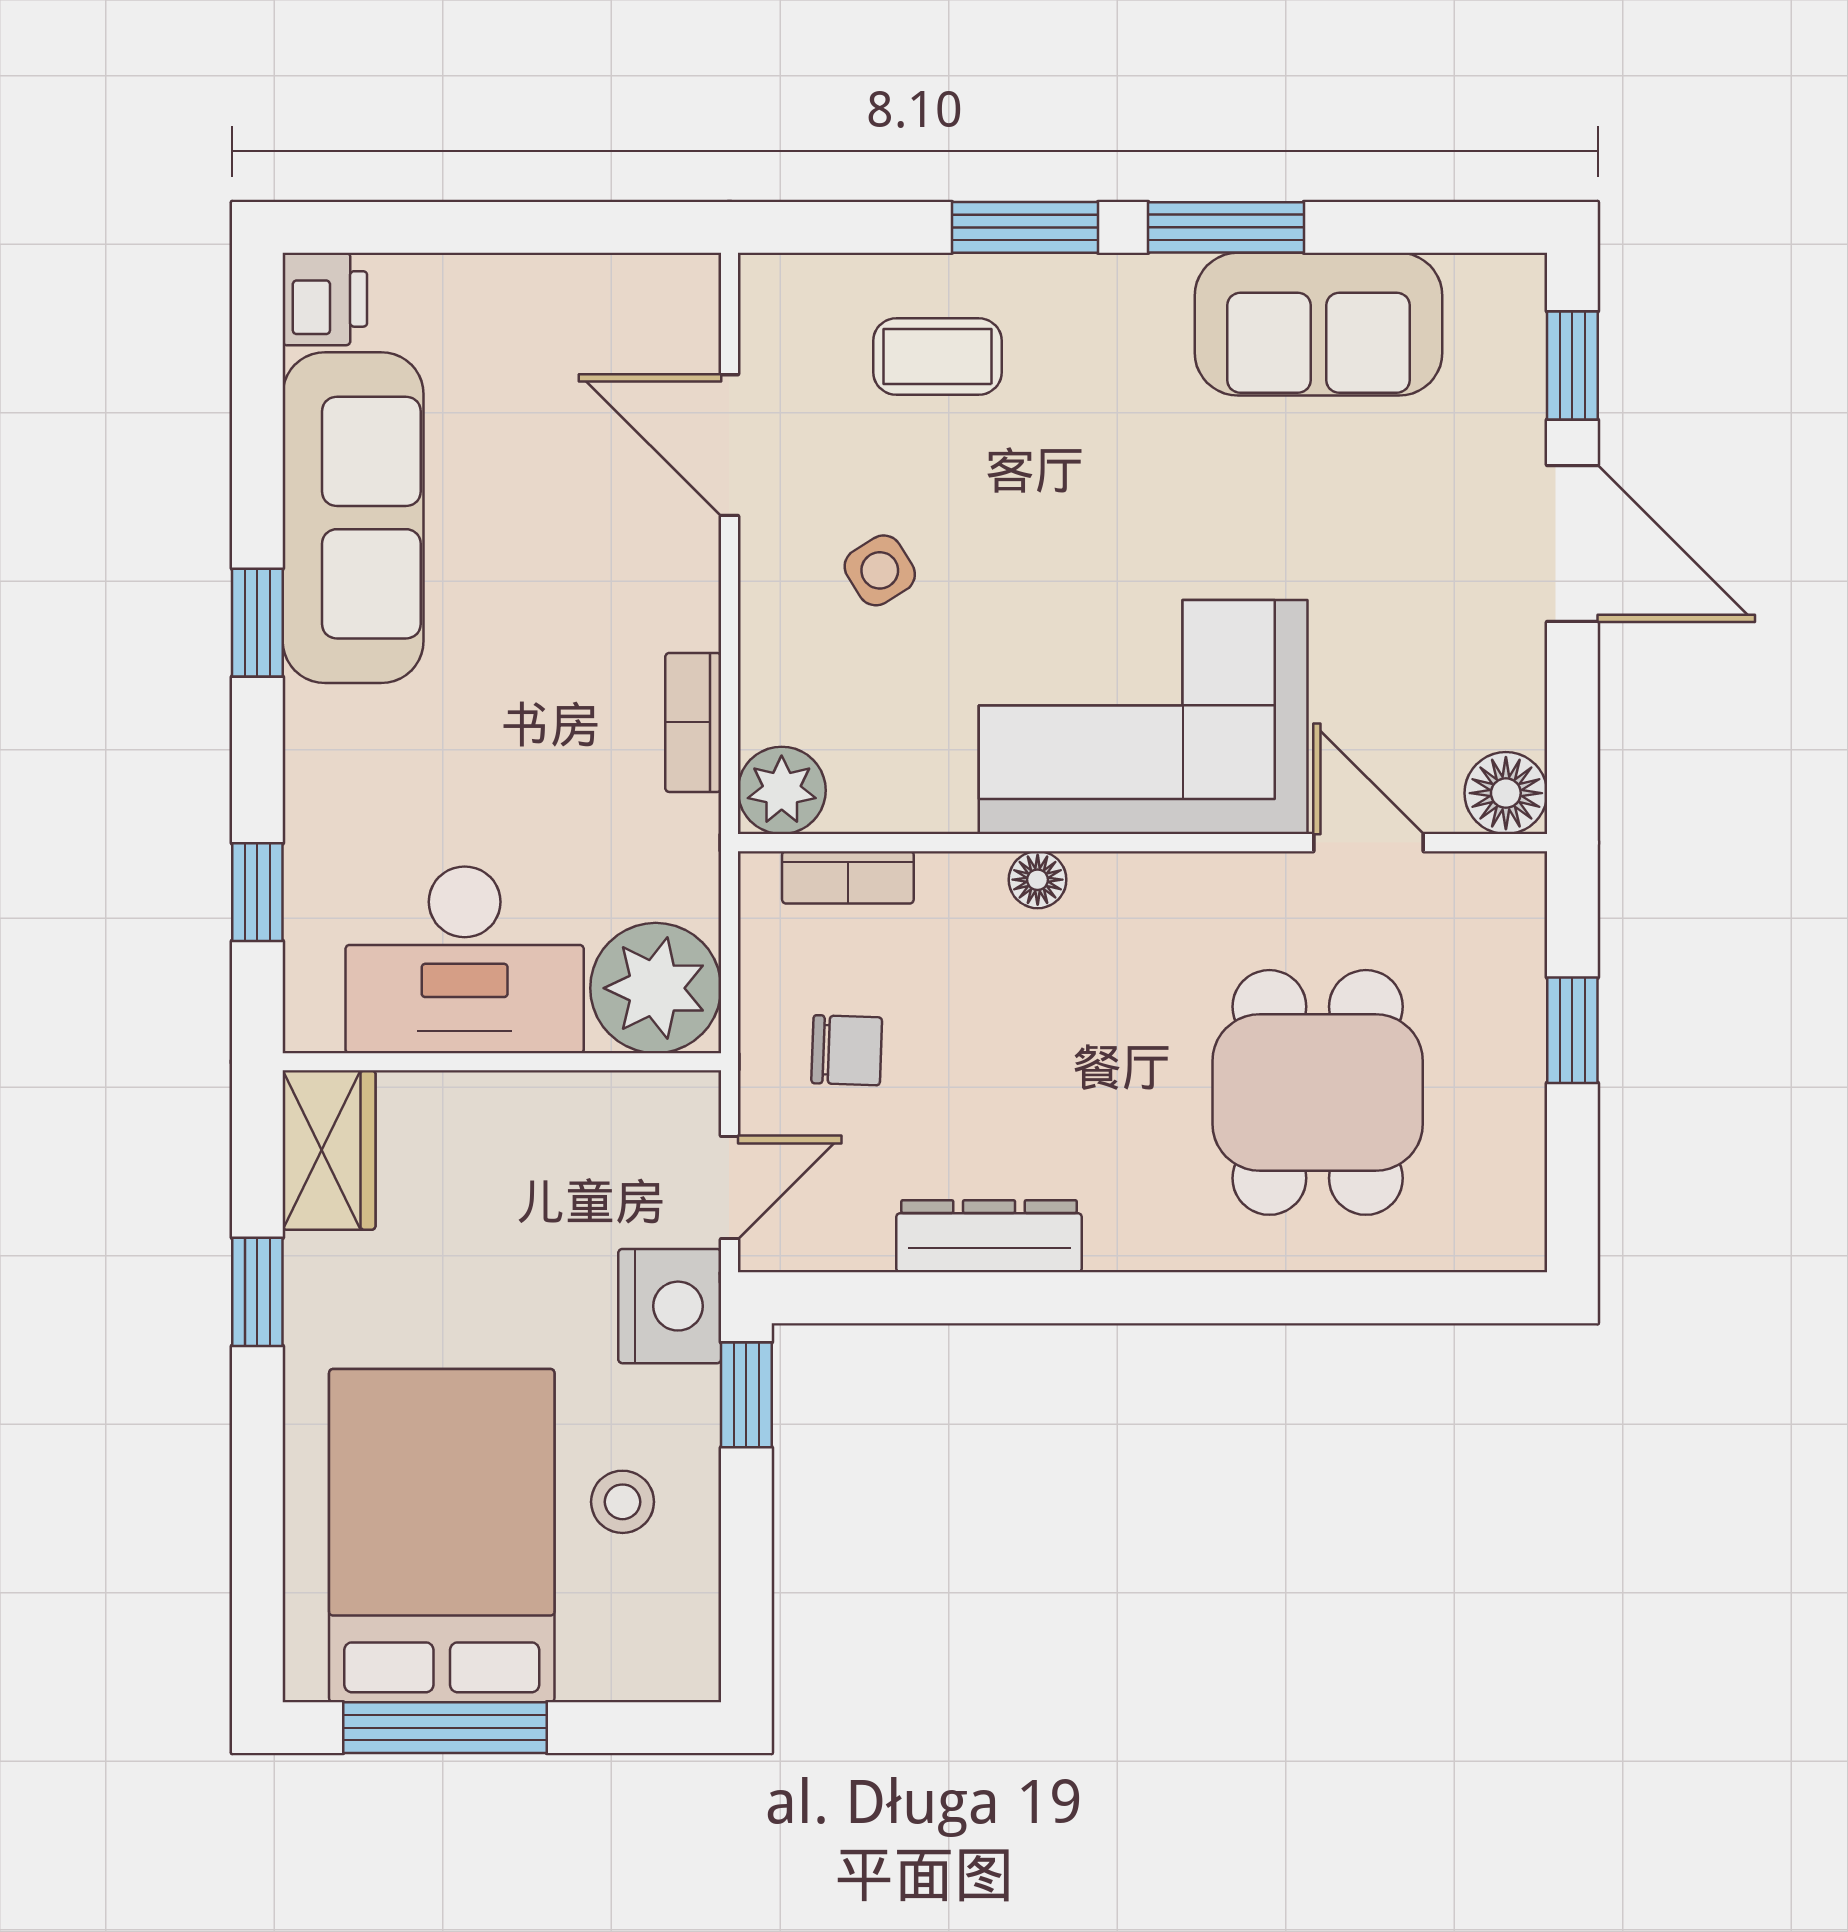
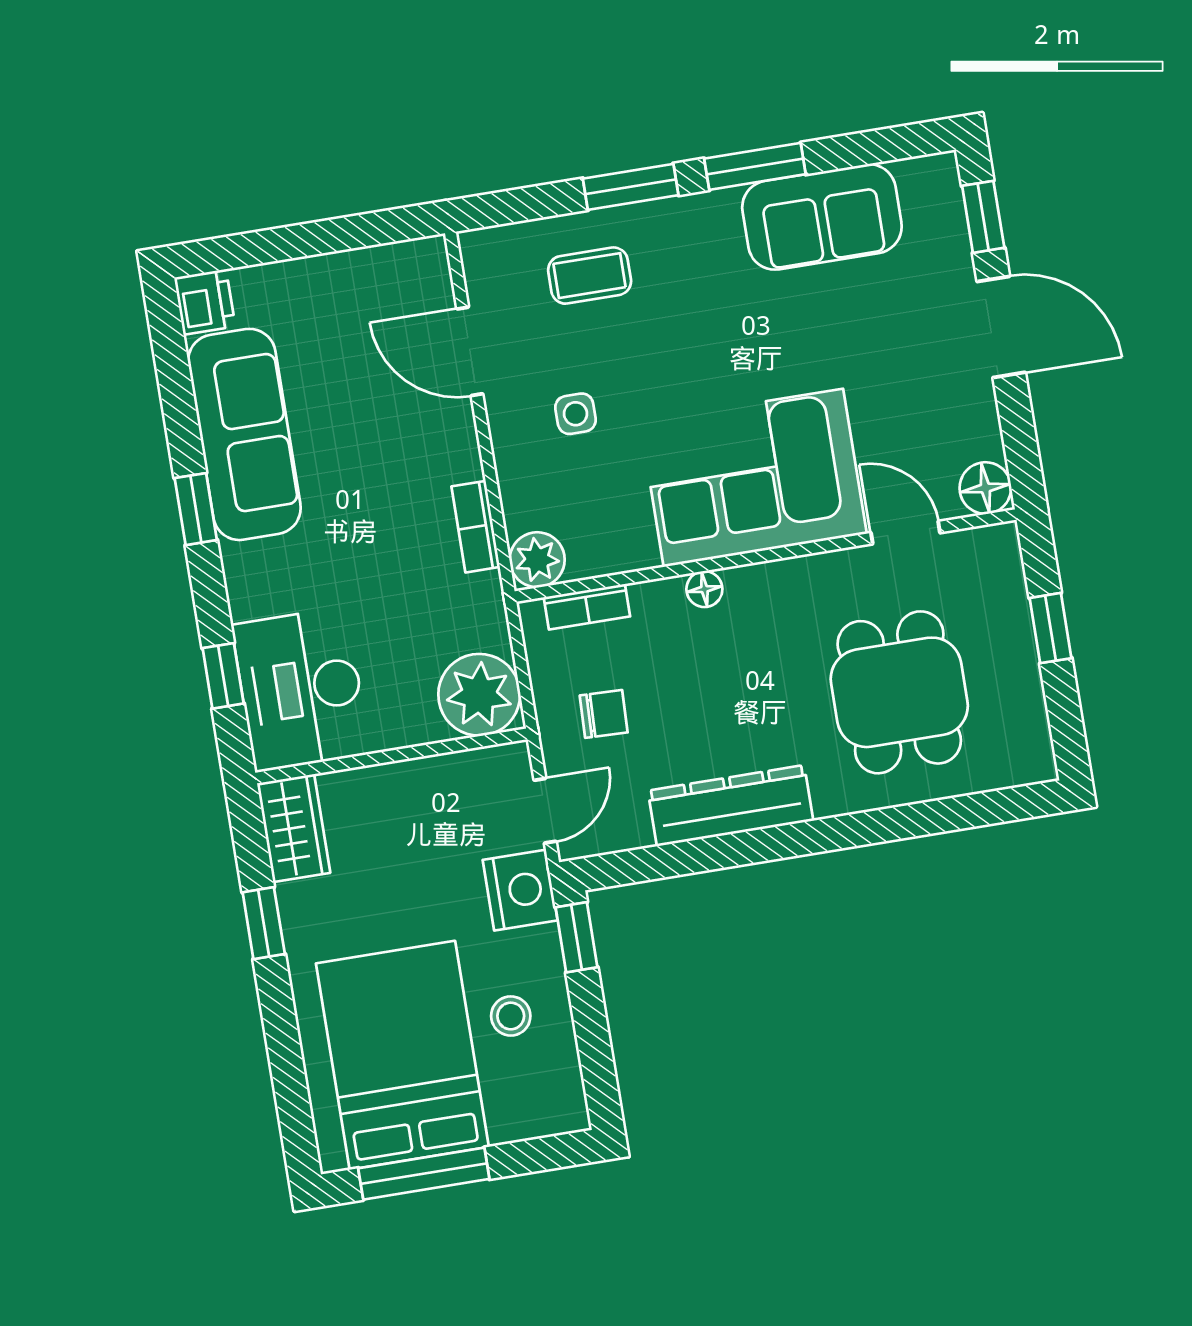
side table: (880, 570) -> (576, 414), turned 32
desk: (465, 960) -> (301, 689), moved, turned 90
dresser: (989, 1236) -> (731, 806), width x1.37, depth x1.24

